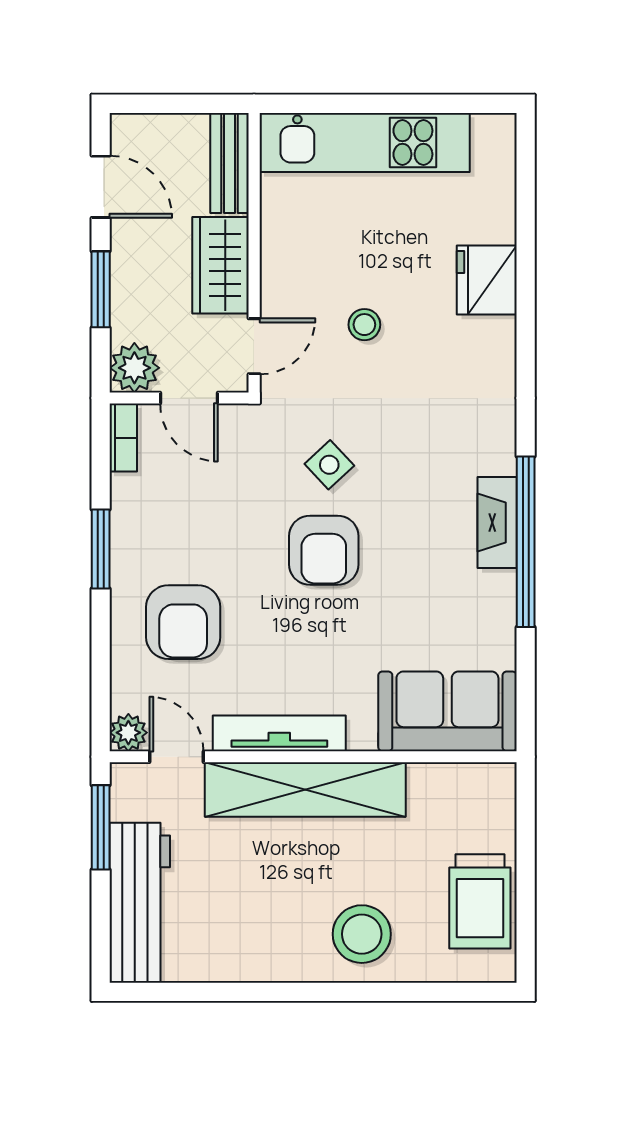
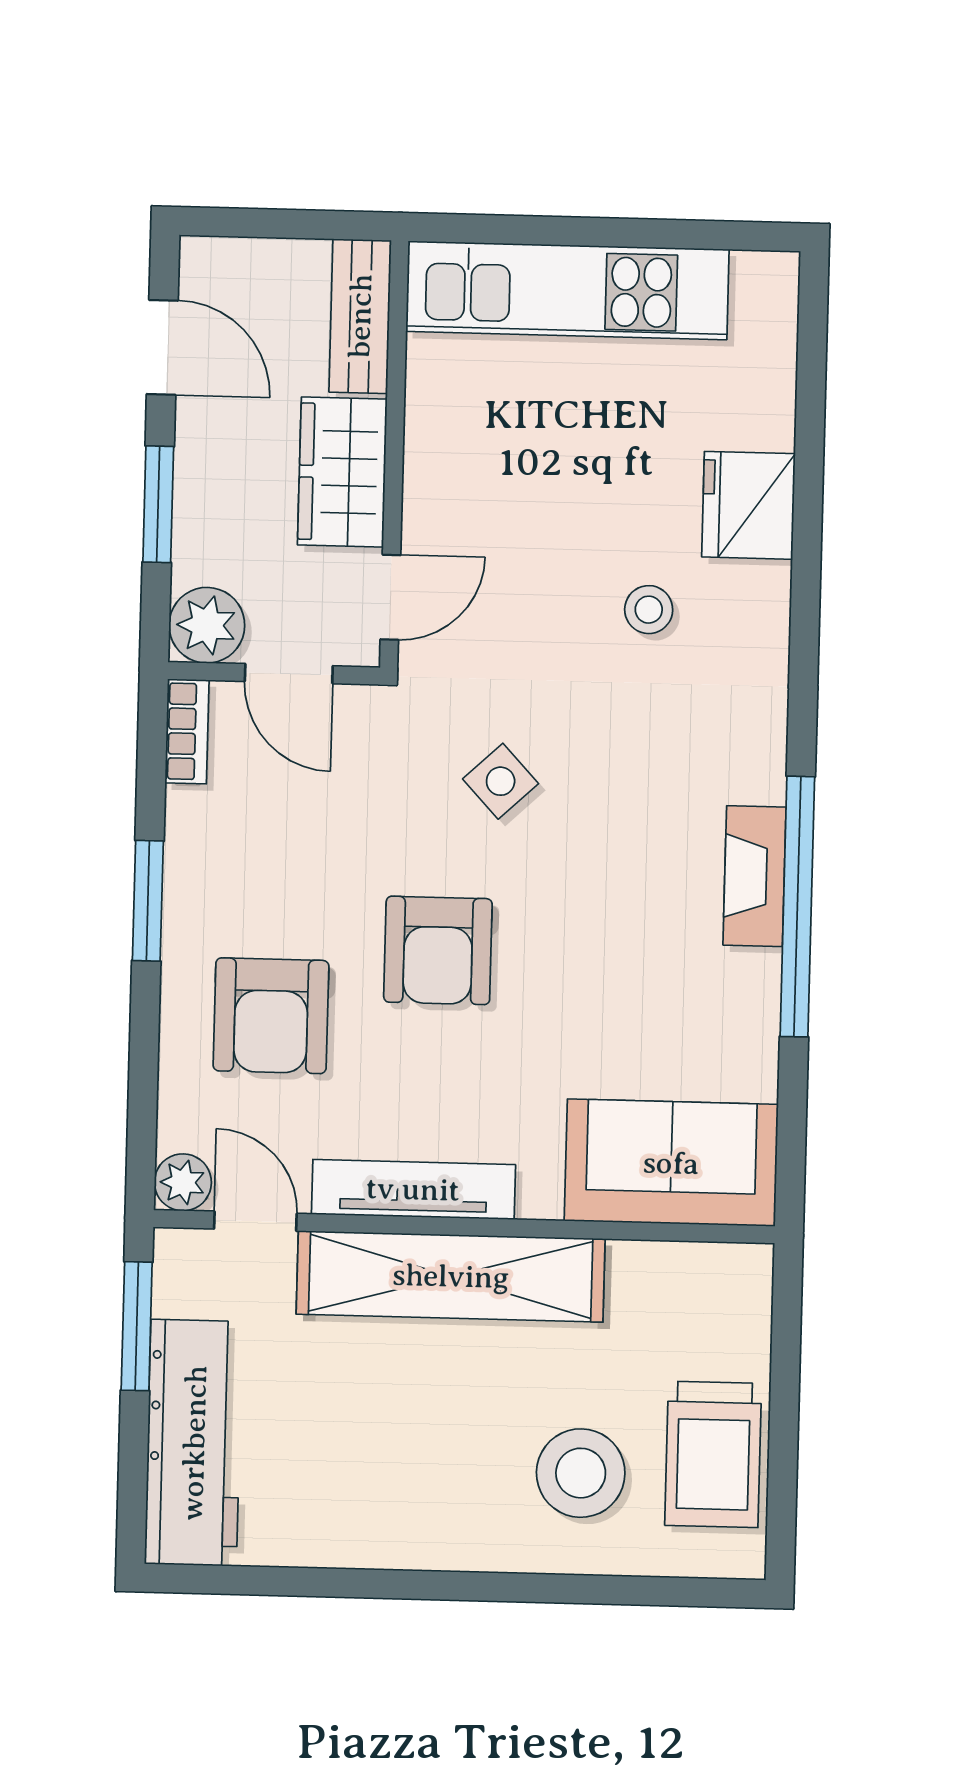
stool: (364, 325) -> (649, 610), moved
armchair: (324, 550) -> (438, 950), moved
stool: (362, 934) -> (581, 1473), moved

